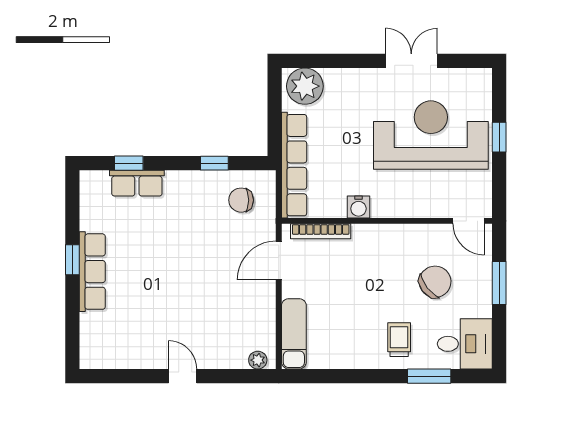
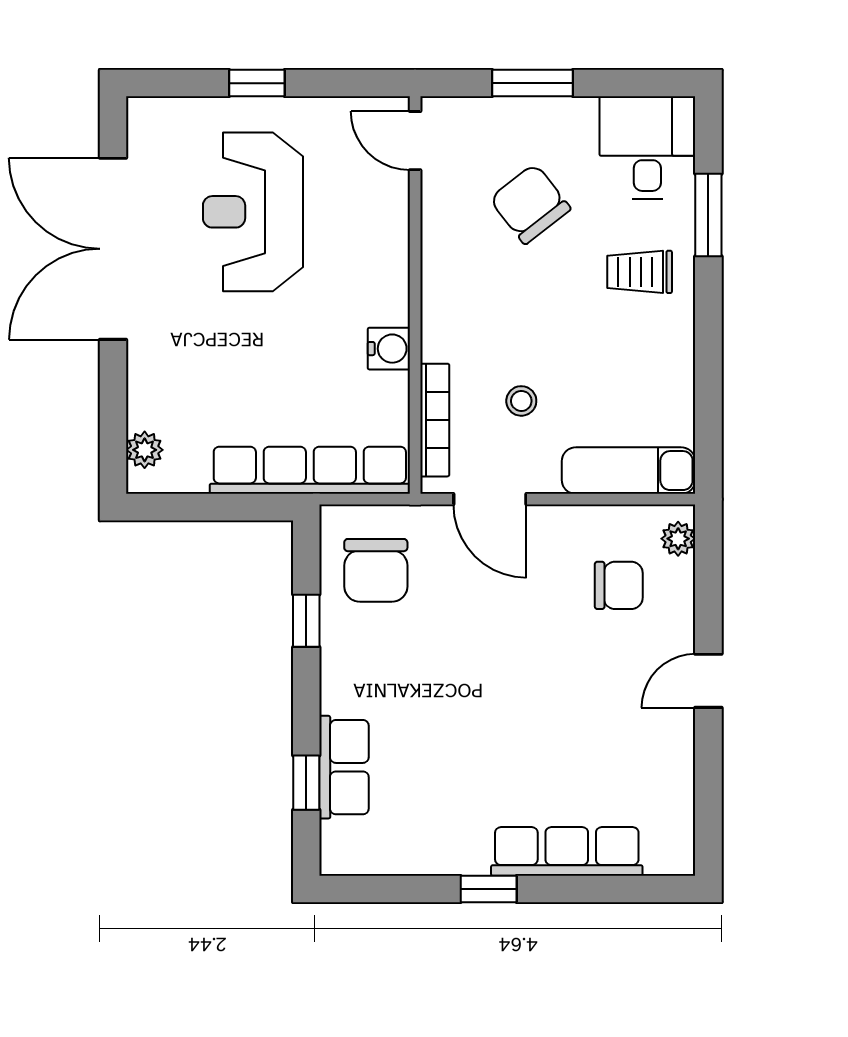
double door: (411, 61) -> (113, 249), width x1.87
plant: (305, 86) -> (145, 450), width x0.53, depth x0.53
reception desk: (431, 135) -> (253, 212), width x0.74, depth x0.77
chair: (241, 200) -> (376, 570), width x1.37, depth x1.37
door: (469, 221) -> (415, 141), swing flipped
row of seats: (92, 272) -> (567, 851), moved
stool: (331, 277) -> (521, 401), added
chair: (233, 329) -> (619, 585), added

